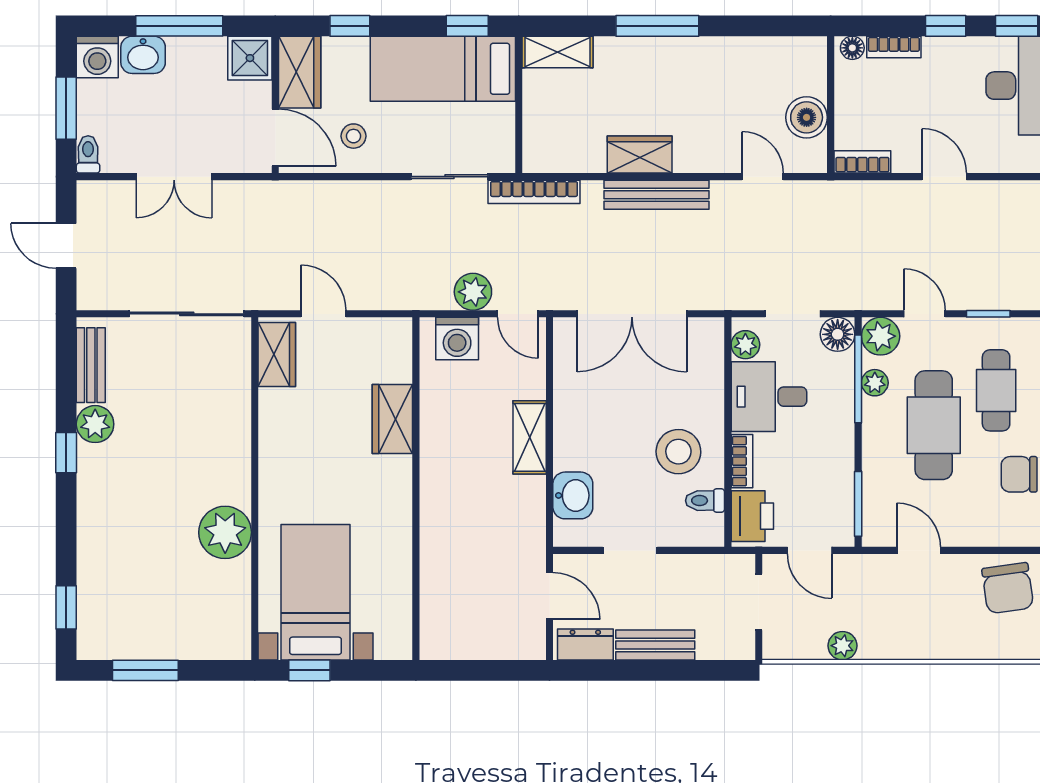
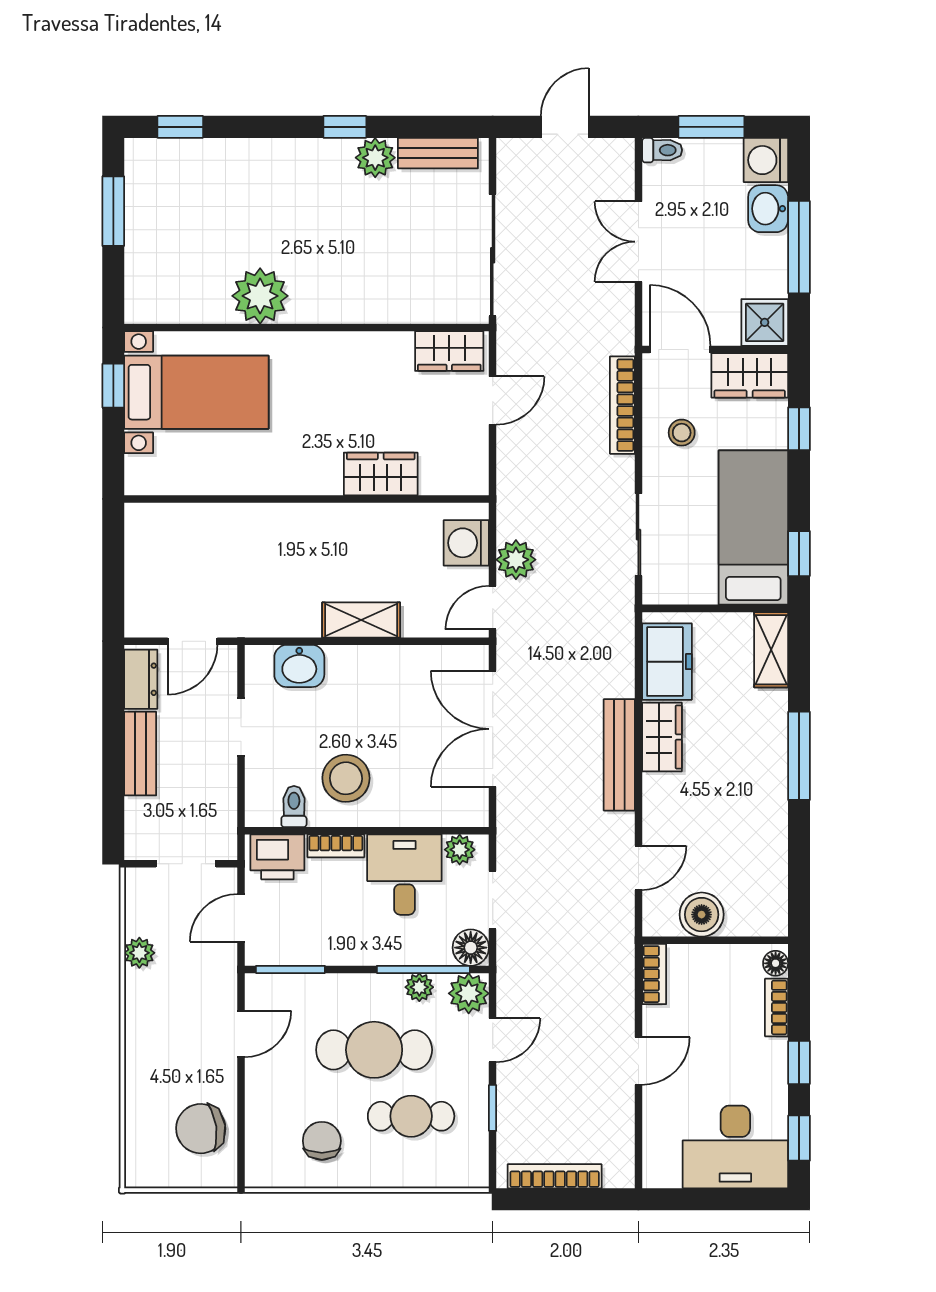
door: (275, 138) -> (680, 349), swing flipped
freezer: (569, 150) -> (667, 662), added
bookcase: (534, 192) -> (622, 405), moved

